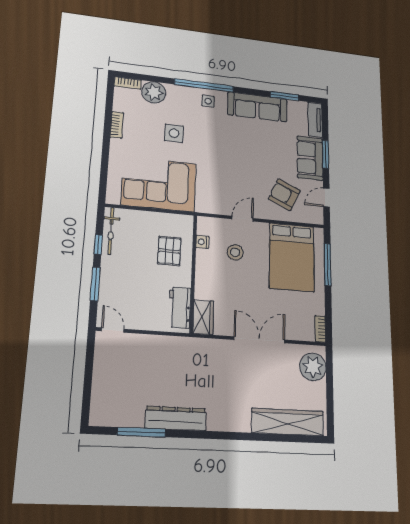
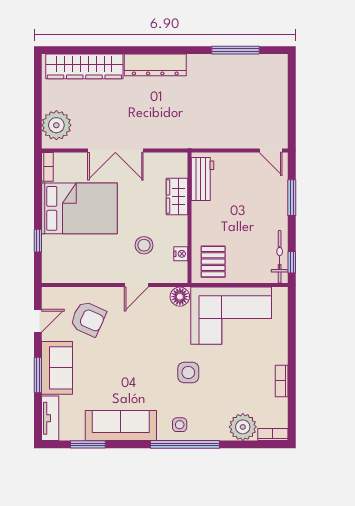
side table: (174, 133) -> (188, 372), moved
floor lamp: (204, 205) -> (180, 297), added
window: (98, 245) -> (292, 262), moved
pallet: (169, 251) -> (213, 262), moved
bed: (292, 257) -> (79, 208), moved, turned 90
window: (328, 264) -> (38, 241), width x0.46
wardrobe: (203, 317) -> (177, 196), moved
dresser: (176, 418) -> (155, 65), moved

